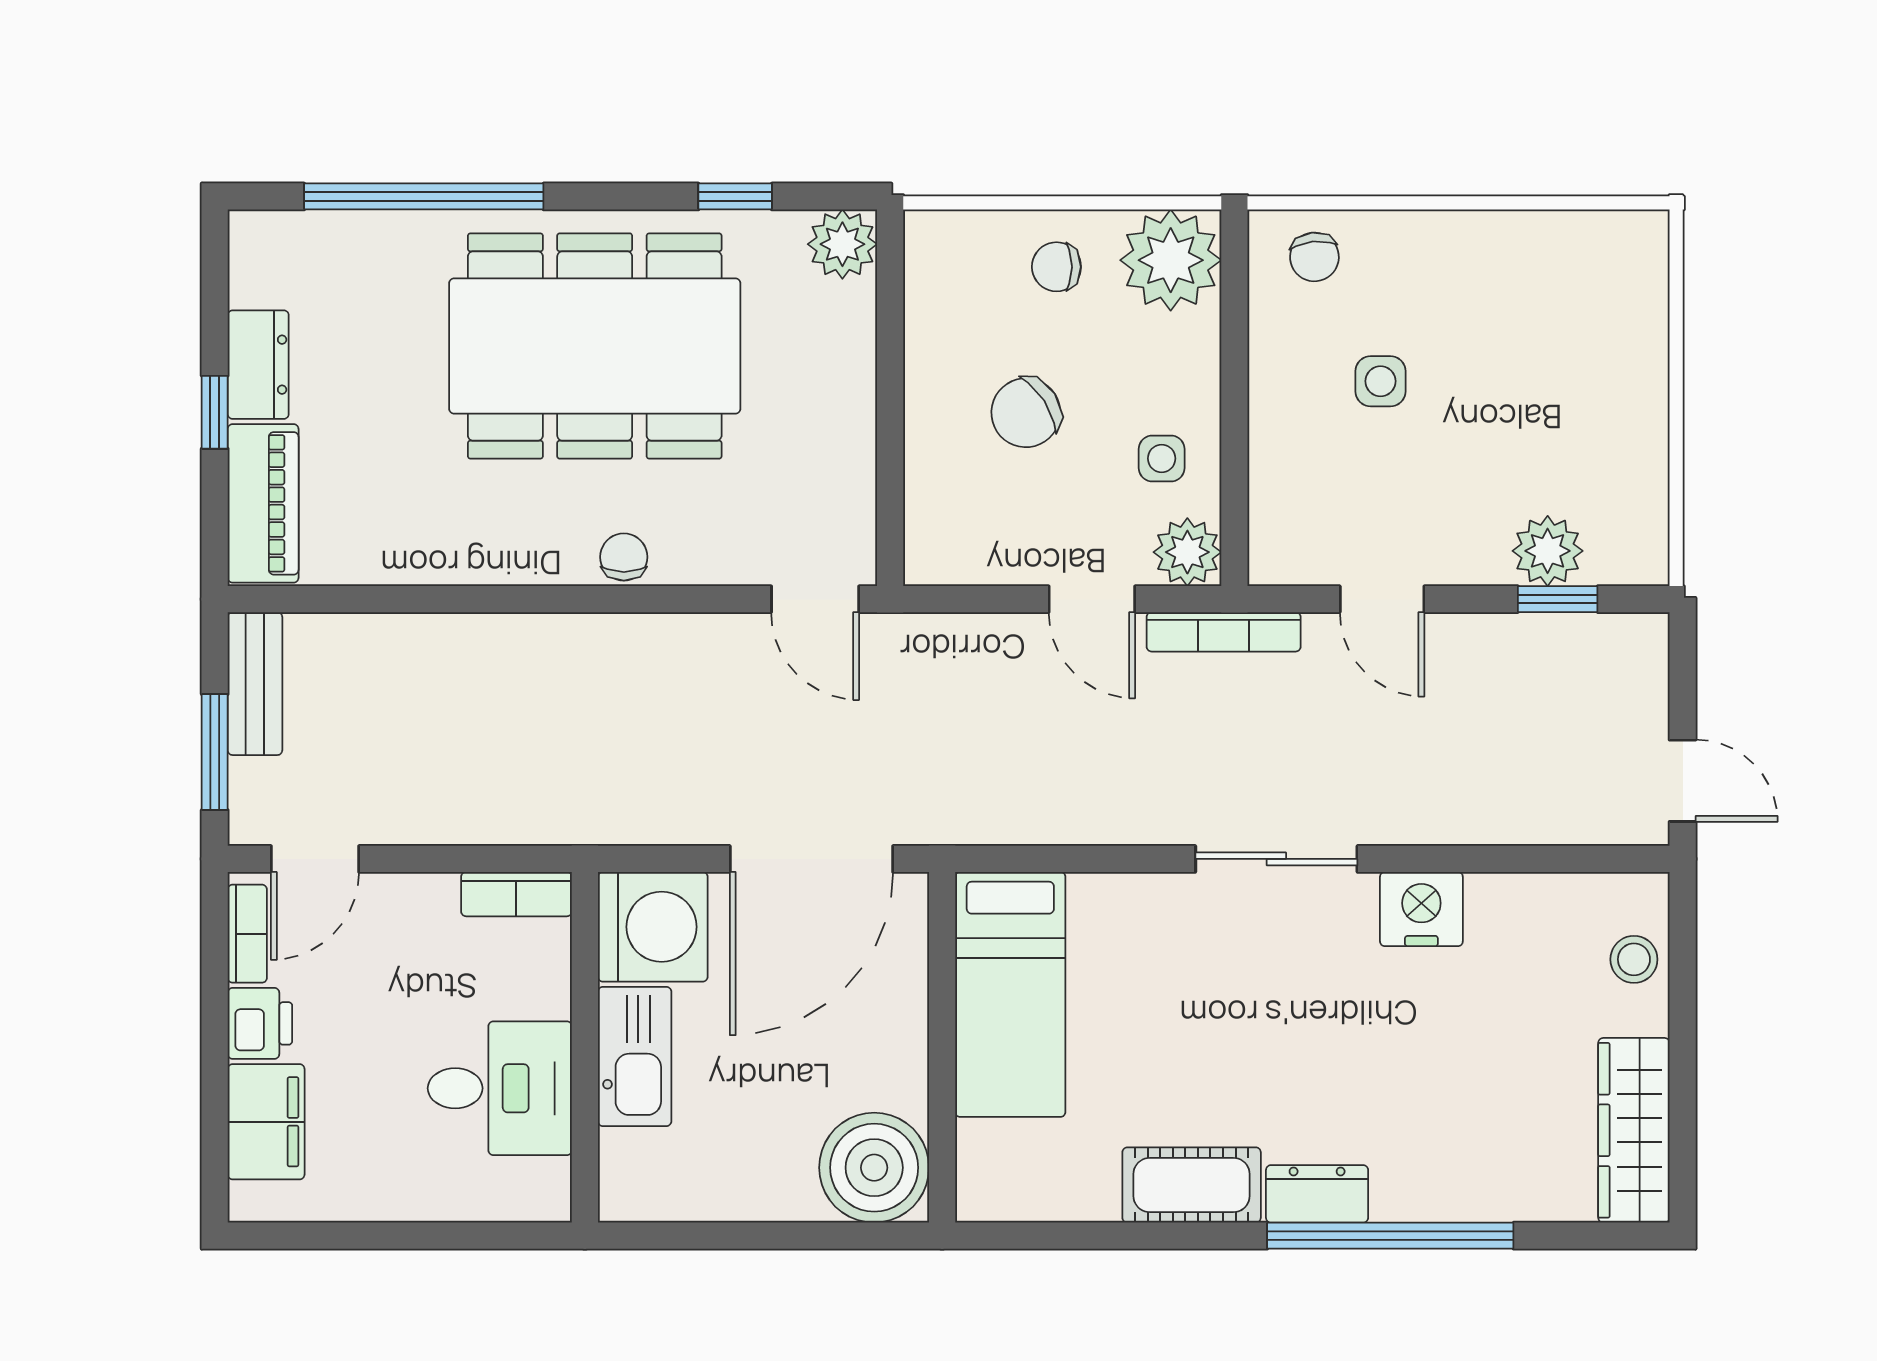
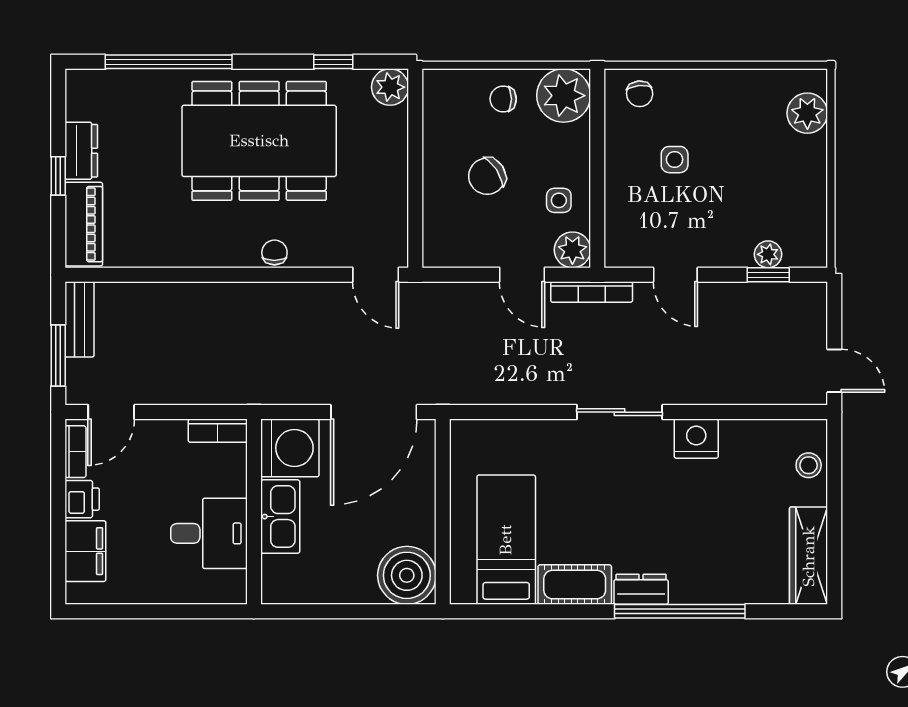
plant: (1632, 294) -> (807, 113), added
plant: (1548, 551) -> (768, 254), width x0.73, depth x0.73
bed: (1010, 994) -> (506, 540), moved, turned 180

